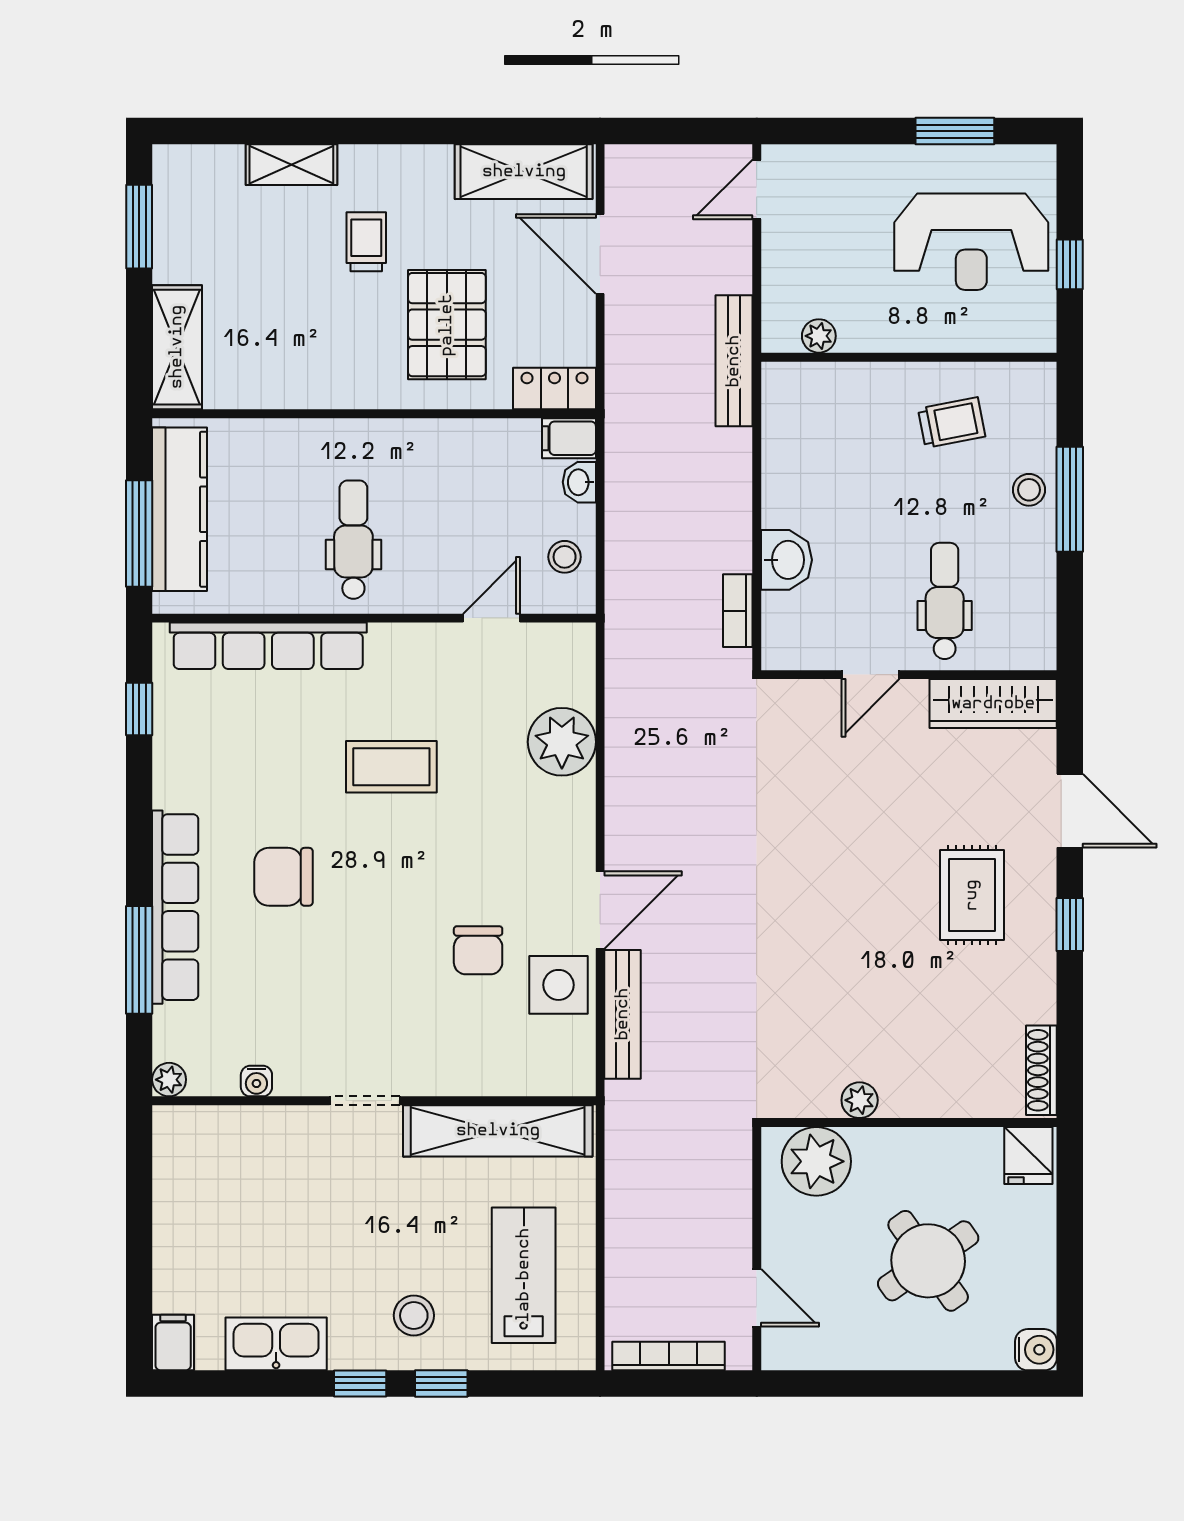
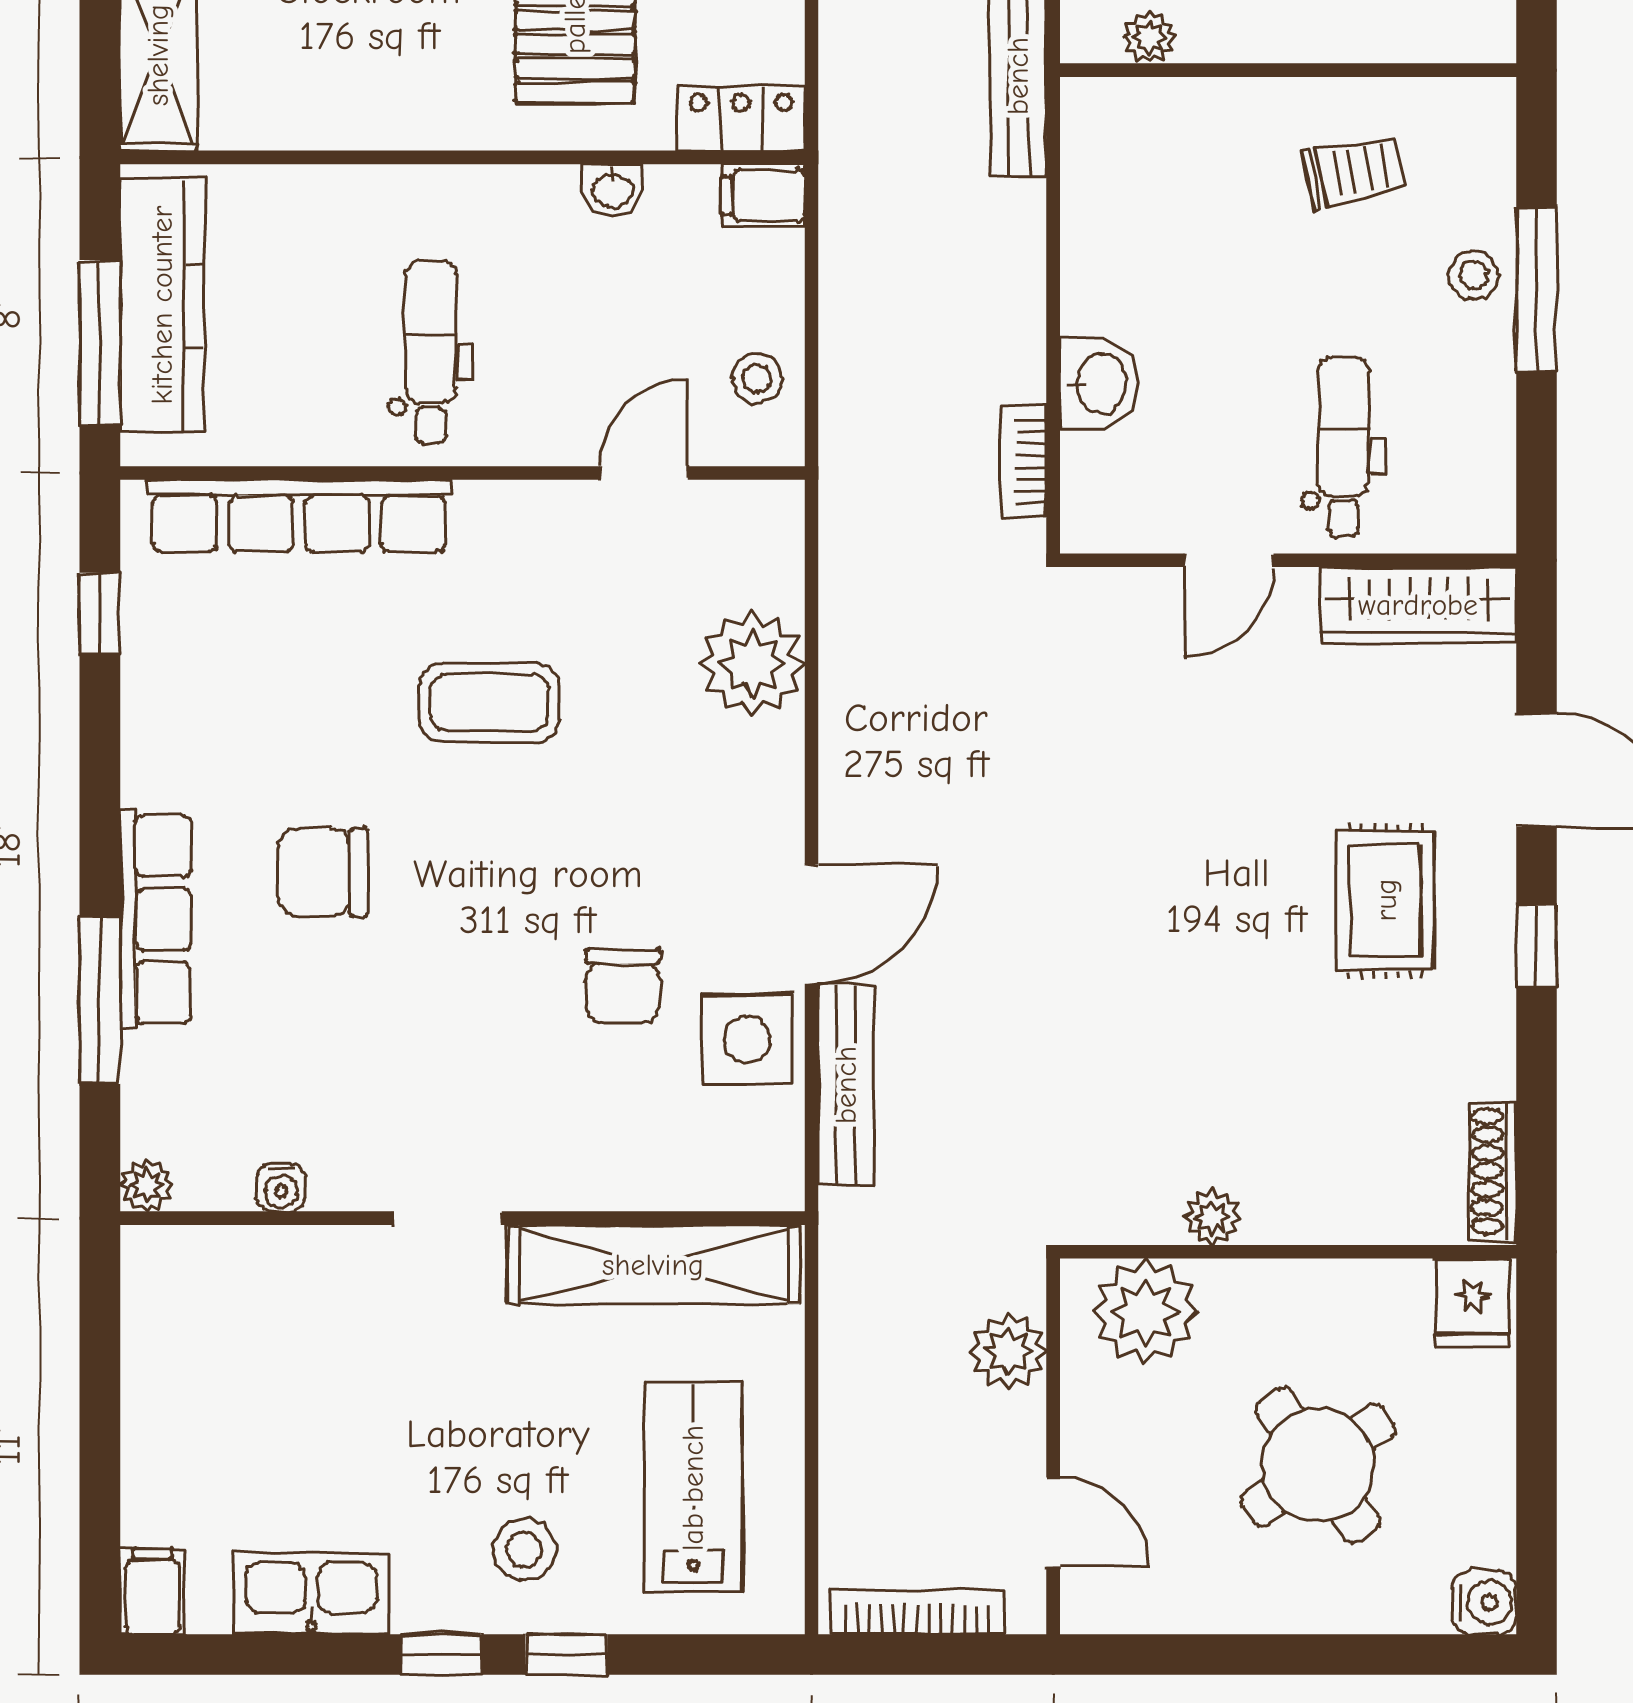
washbasin: (579, 482) -> (612, 190), moved, turned -90
row of seats: (175, 907) -> (155, 919), width x0.73
plant: (728, 1187) -> (1008, 1352), added

